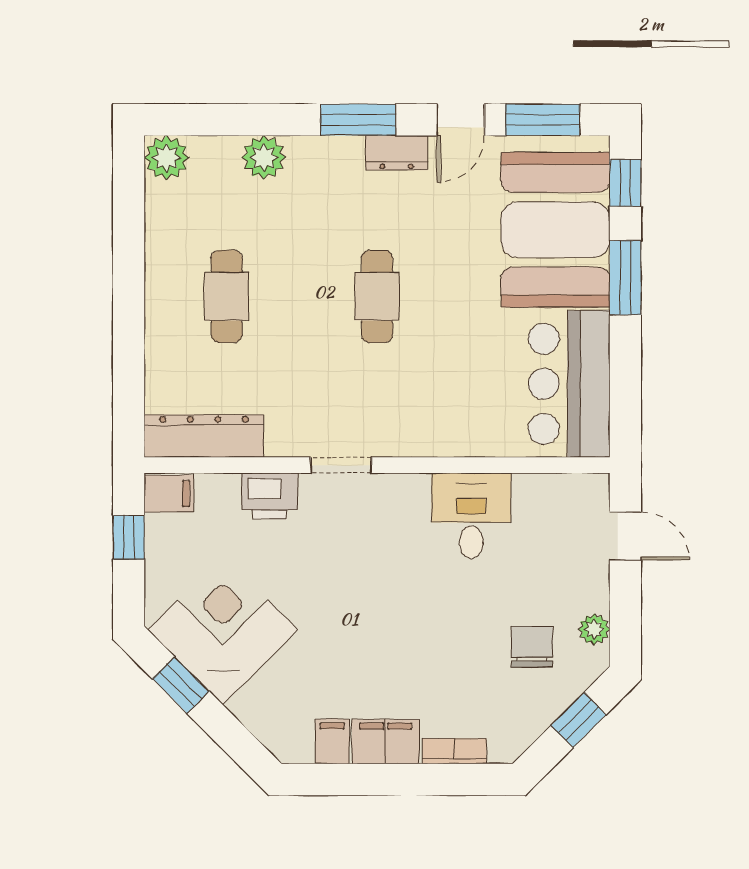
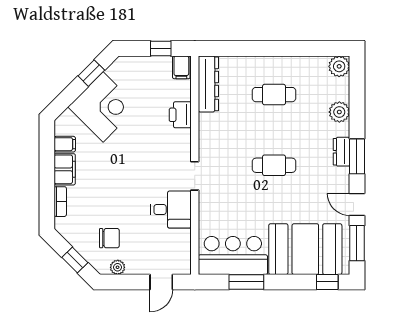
dresser: (397, 153) -> (342, 152), moved
window: (625, 278) -> (246, 282), moved
doorway: (341, 465) -> (195, 176), moved
corner desk: (223, 630) -> (103, 107), moved

